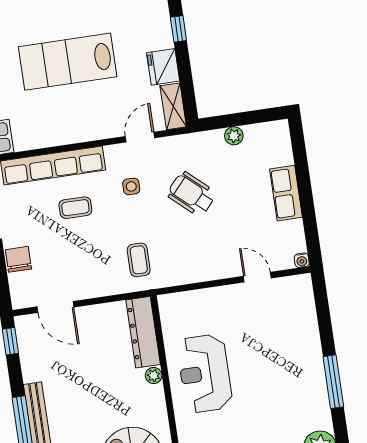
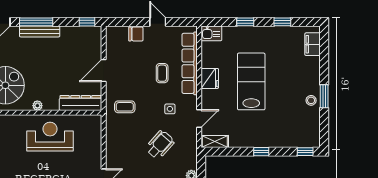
fridge: (163, 67) -> (210, 78), moved, turned 90
door: (140, 137) -> (199, 119), hinge flipped
door: (55, 307) -> (104, 71), moved
plant: (154, 376) -> (37, 106), moved

